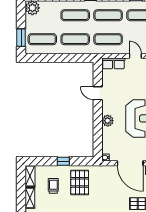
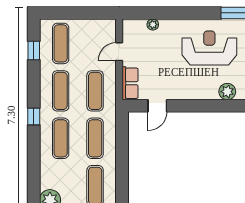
door: (98, 93) -> (157, 106), moved
plant: (108, 121) -> (227, 92), moved

